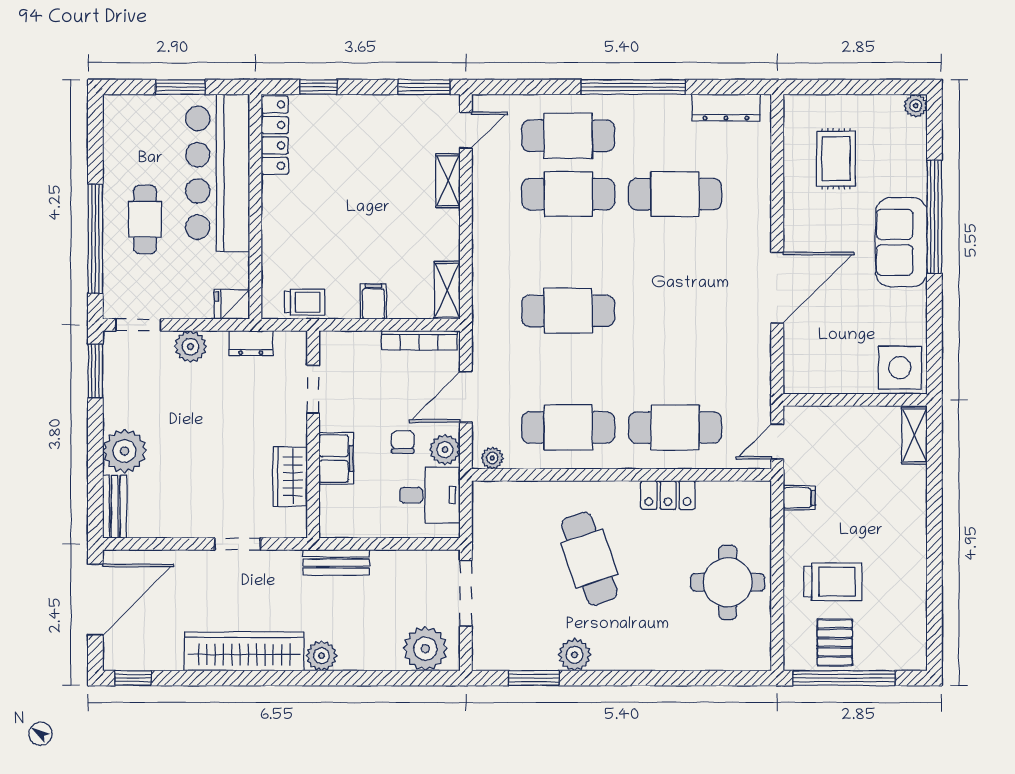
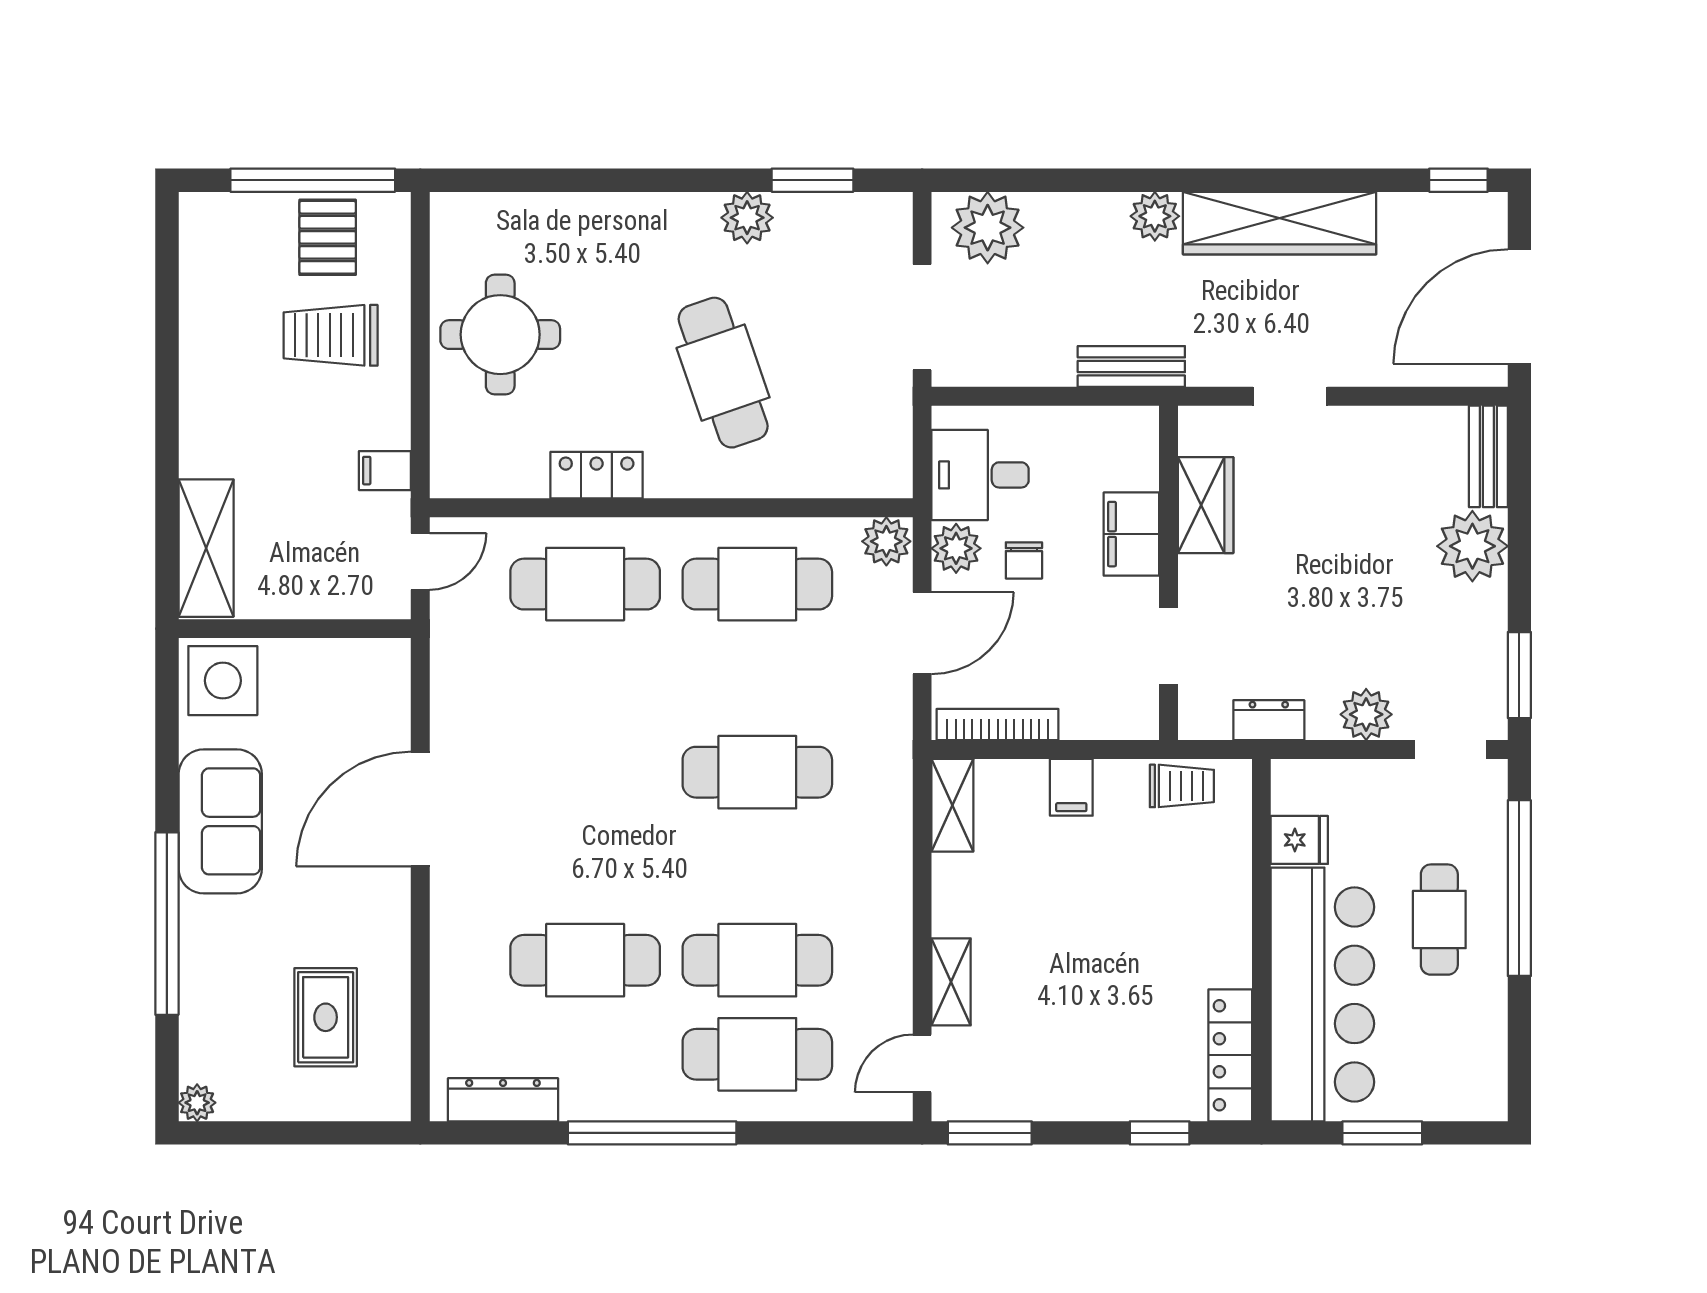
sofa: (901, 242) -> (220, 821), moved
trolley: (305, 302) -> (1182, 786), turned 180
fridge: (232, 304) -> (1299, 840), moved
shelving: (914, 436) -> (206, 548), width x1.50, depth x1.33
plant: (492, 458) -> (886, 541), width x1.38, depth x1.38

